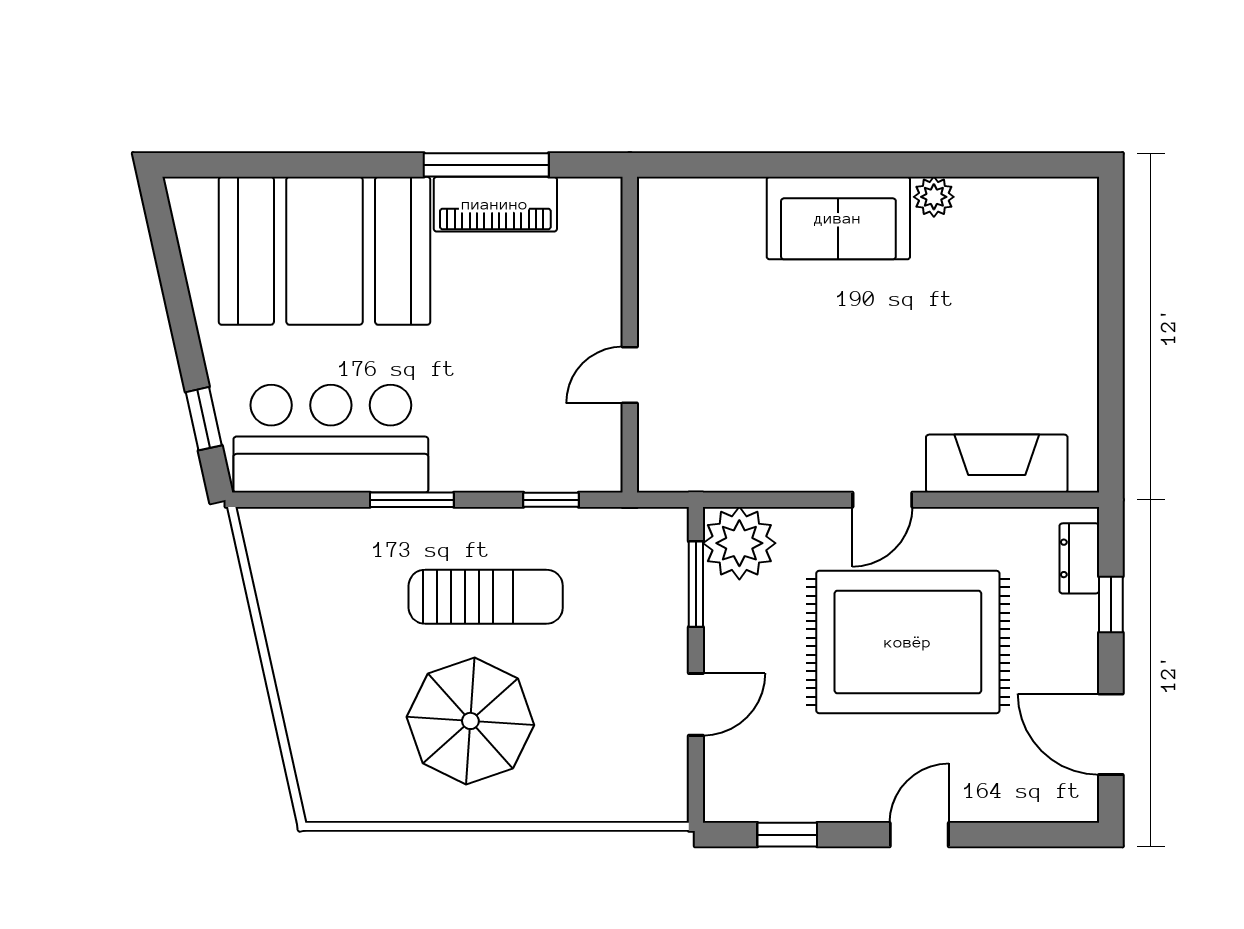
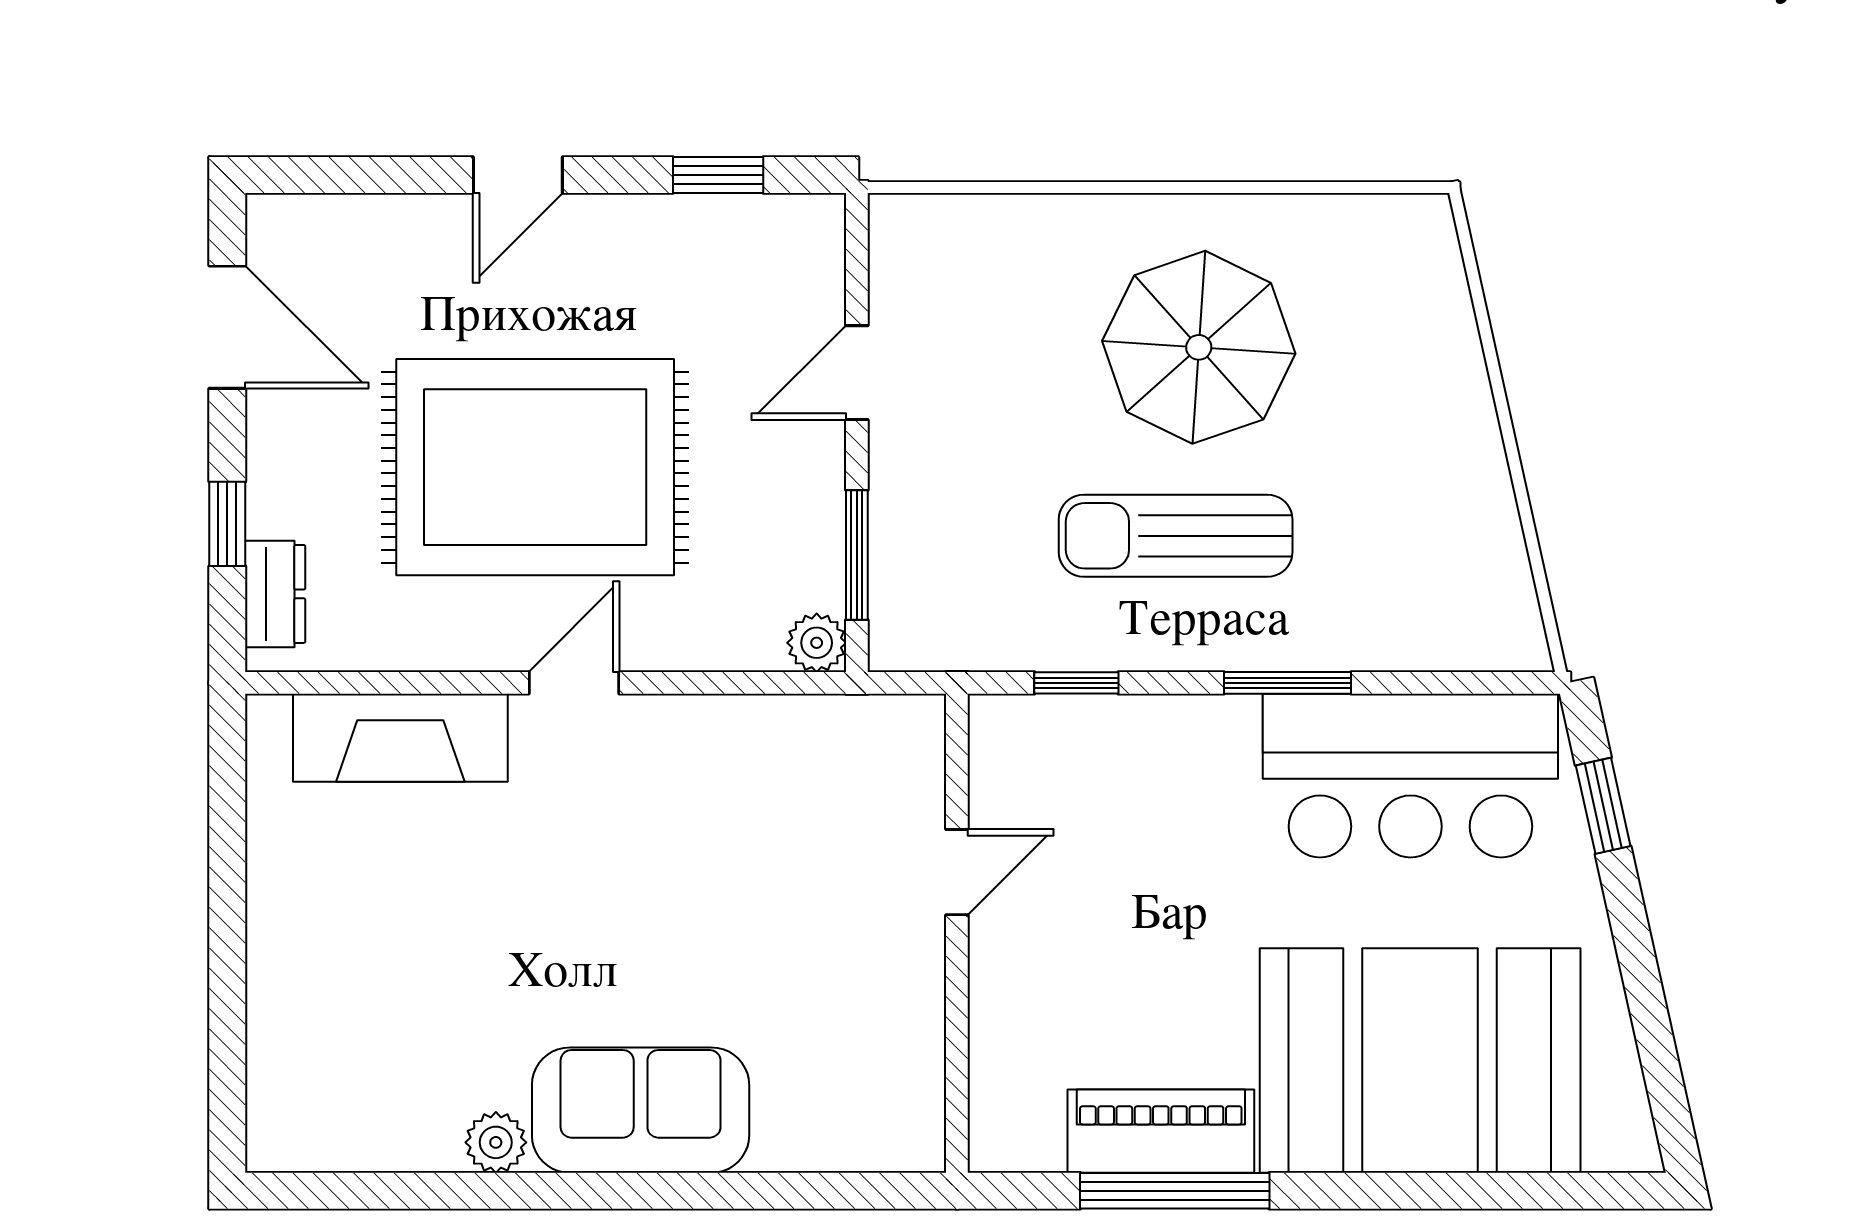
plant: (739, 543) -> (817, 643), width x0.53, depth x0.53

